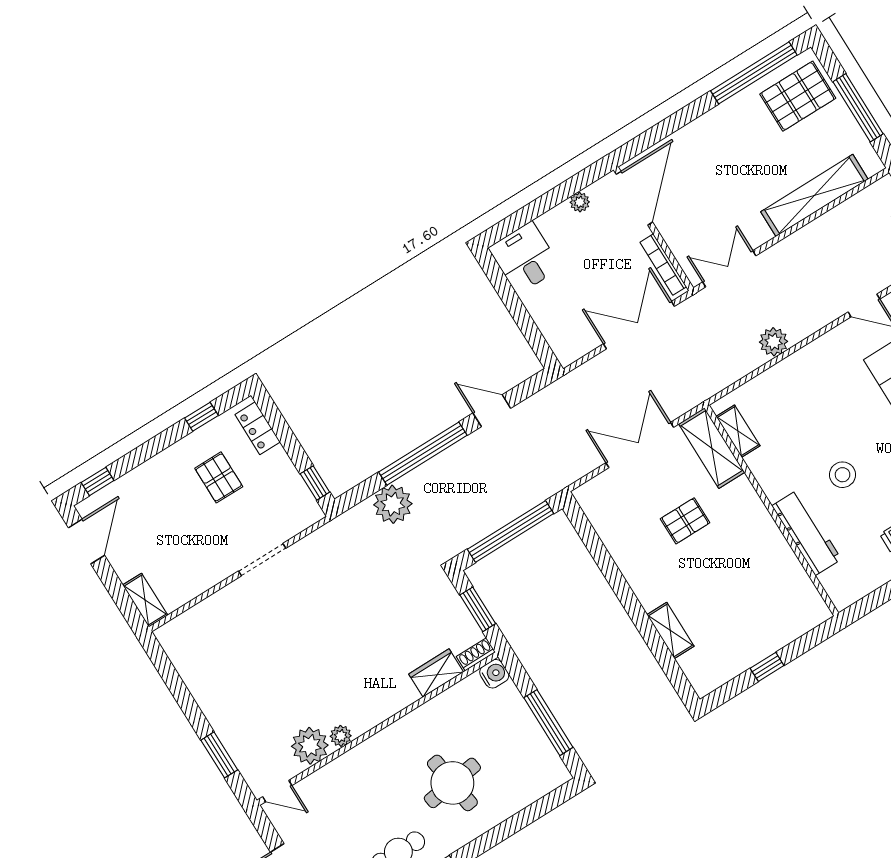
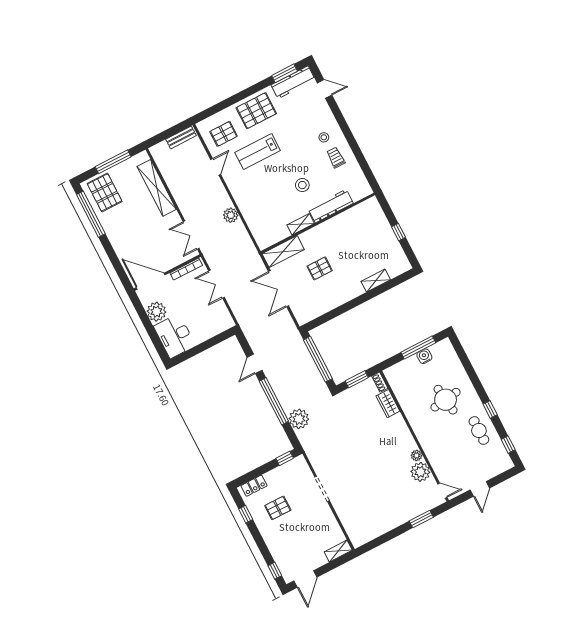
plant: (580, 202) -> (156, 312), width x1.87, depth x1.87
desk: (525, 258) -> (175, 336), width x1.37
double door: (639, 325) -> (216, 284), width x0.73
shelving: (738, 431) -> (301, 224), moved
pallet: (685, 521) -> (320, 268), turned 90
door: (86, 541) -> (305, 579), swing flipped
water cooler: (494, 674) -> (424, 356), moved
door: (277, 791) -> (442, 491), hinge flipped

